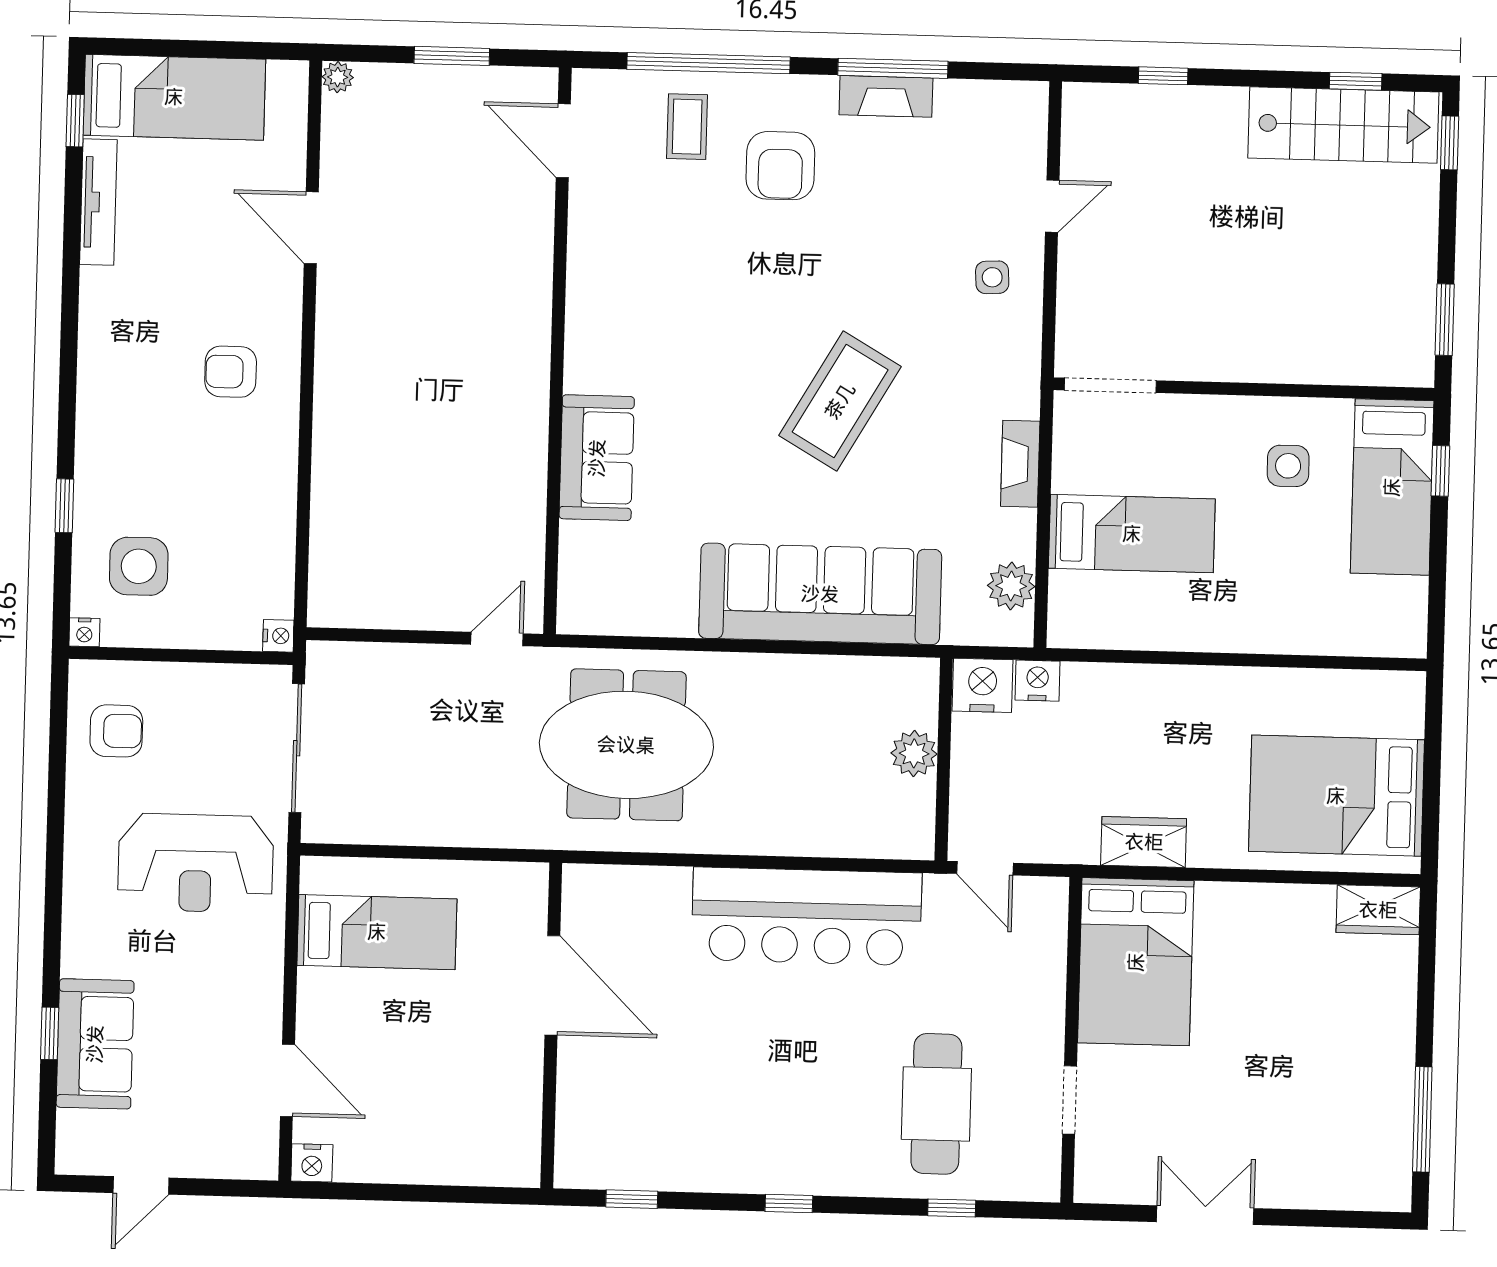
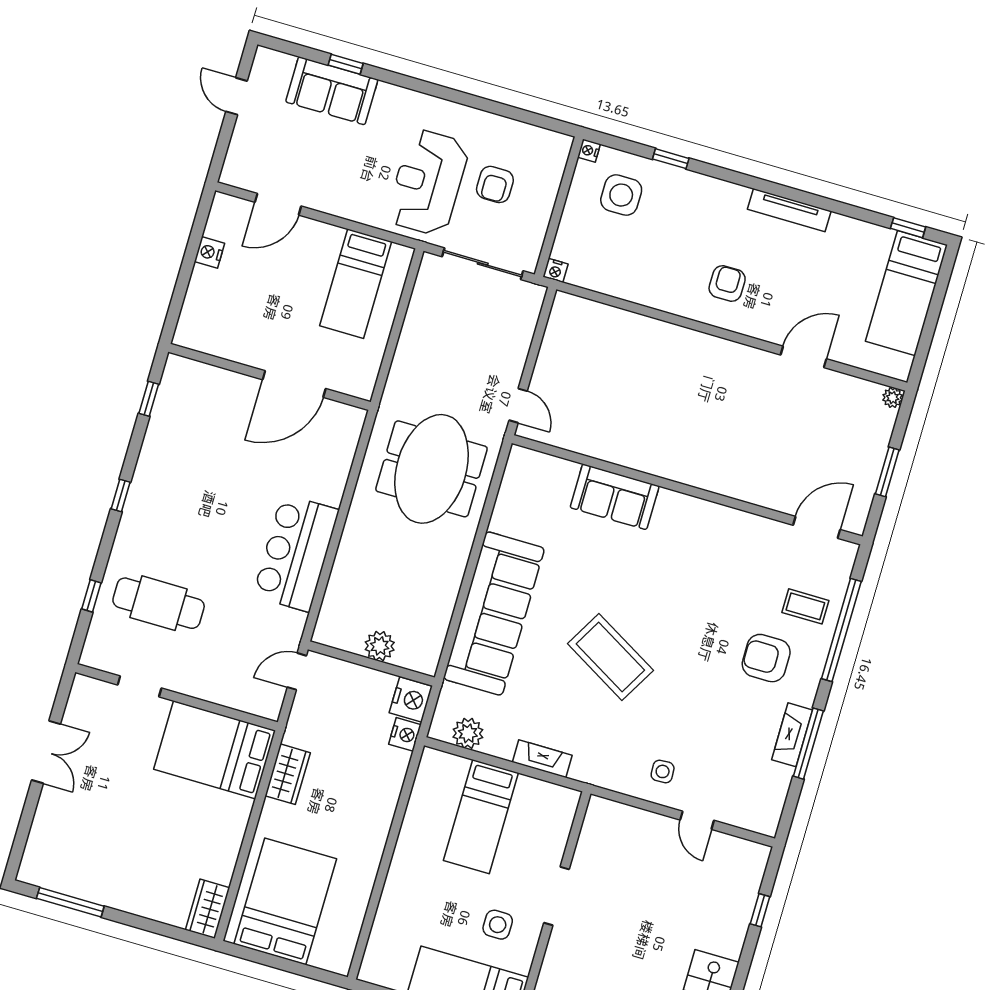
tv unit: (98, 202) -> (789, 210), moved
doorway: (1110, 385) -> (556, 896), moved
armchair: (116, 731) -> (495, 184), moved
bar counter: (807, 916) -> (296, 553), width x0.73
nightstand: (312, 1163) -> (209, 252), moved

